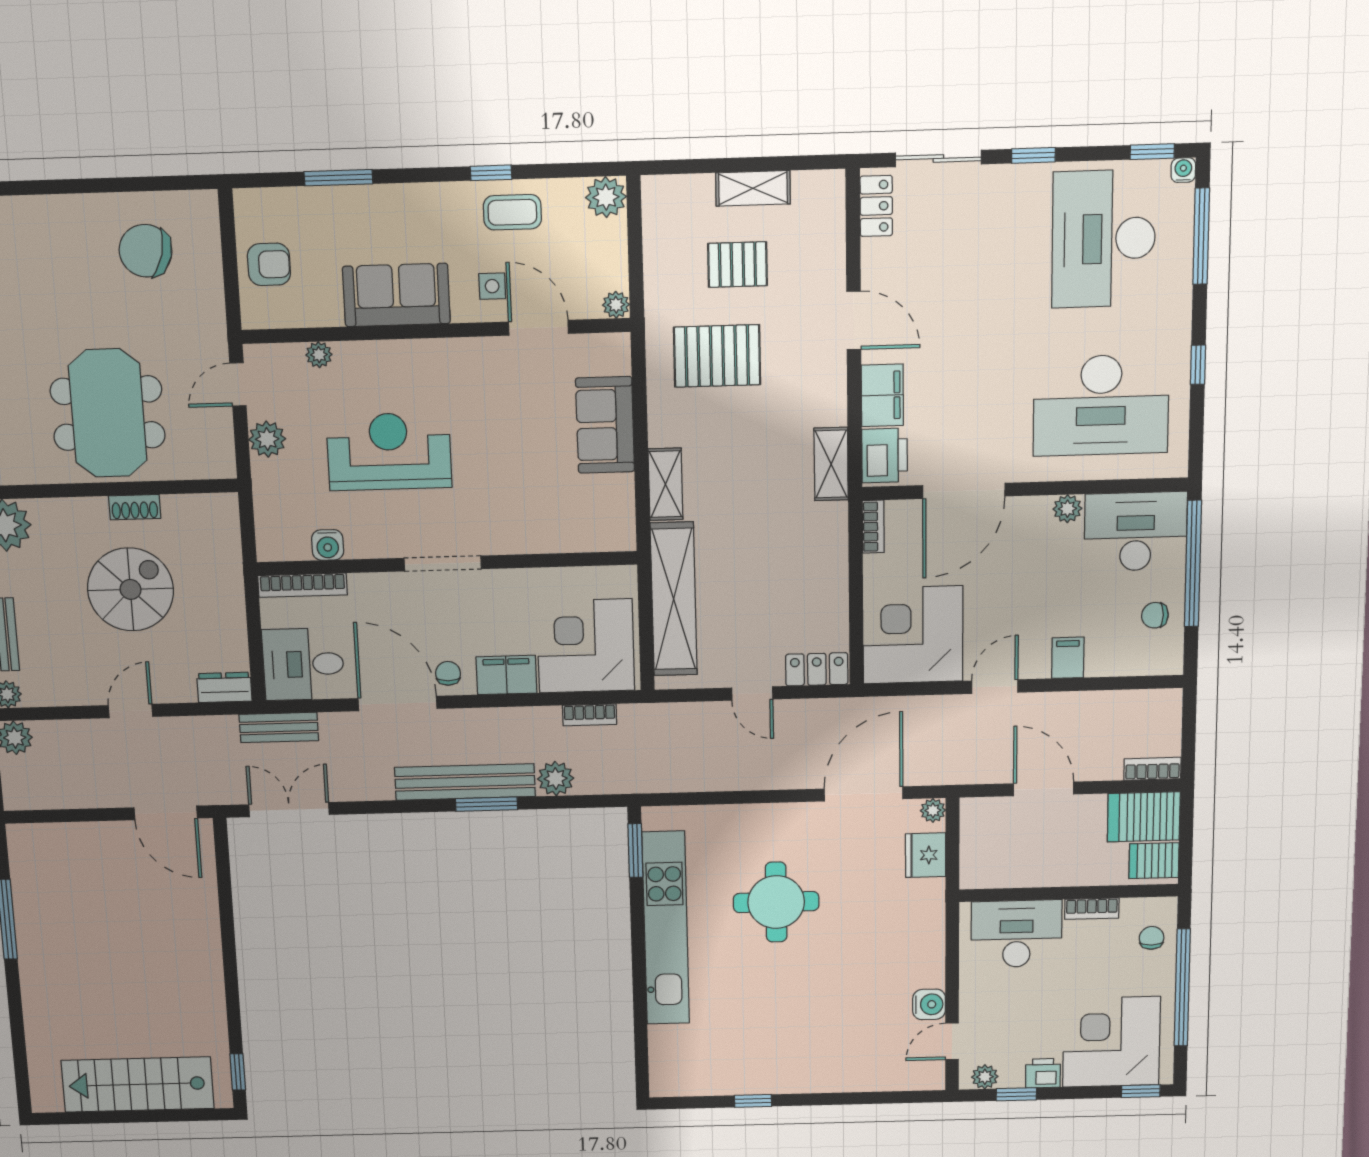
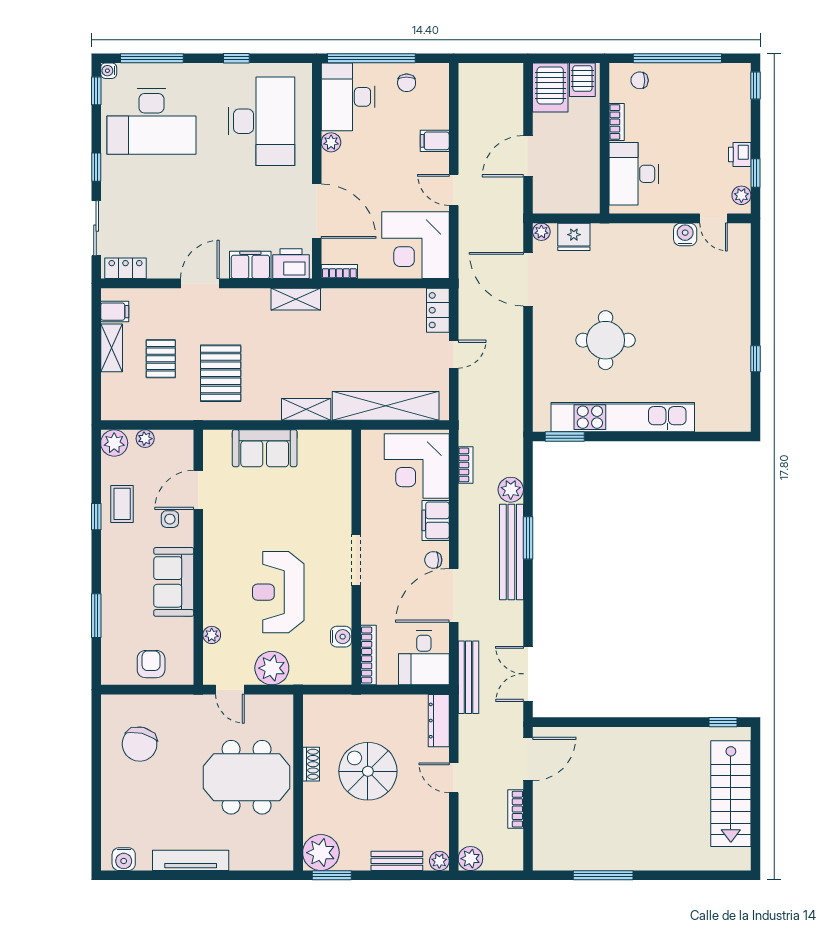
filing cabinet: (809, 191) -> (115, 312), added
plant: (616, 305) -> (145, 439), moved
plant: (267, 439) -> (272, 668), width x1.36, depth x1.36
dresser: (224, 687) -> (439, 721), width x1.44
bench: (279, 728) -> (468, 677), width x1.36
bookcase: (1152, 769) -> (516, 809), moved
corner desk: (1111, 1042) -> (717, 107), removed

